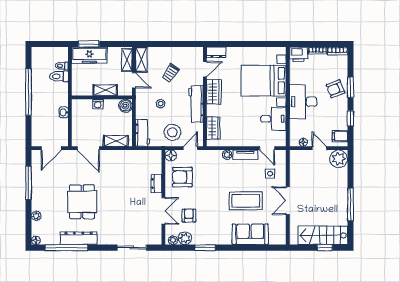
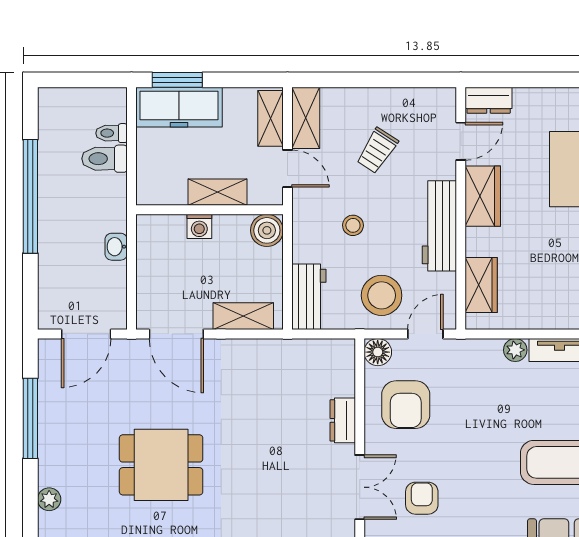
armchair: (182, 177) -> (406, 405), turned -90
dining table: (82, 202) -> (161, 465), turned 90

